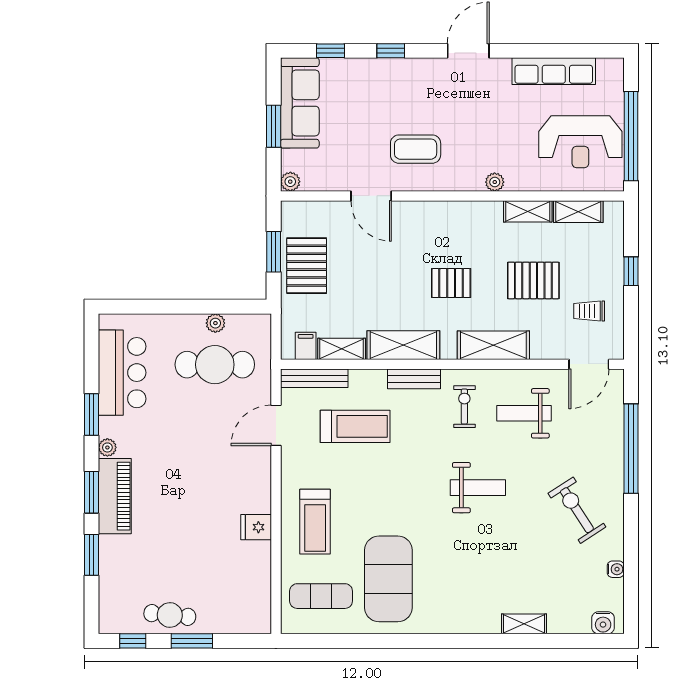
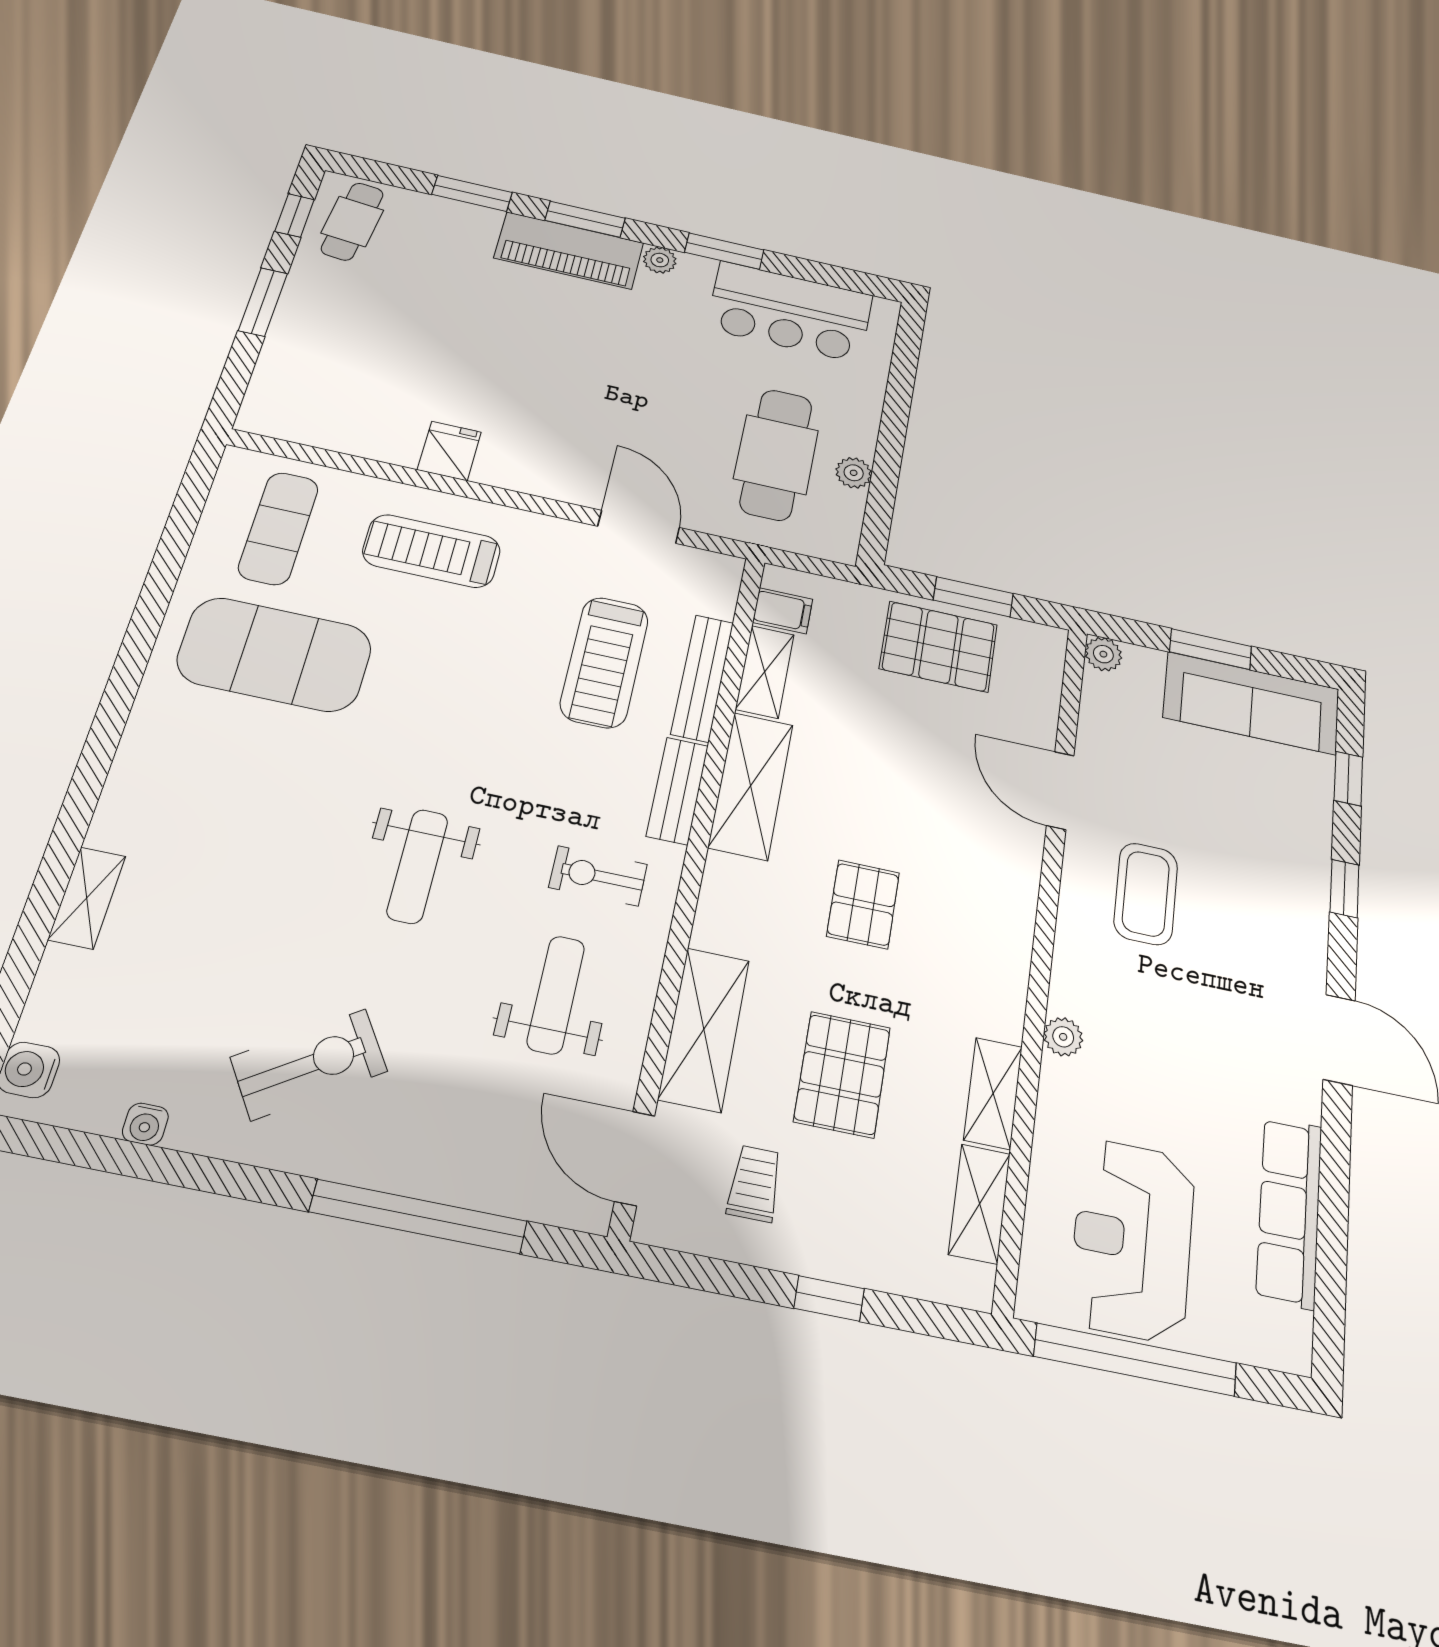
door: (371, 196) -> (1060, 790), hinge flipped
shelving: (493, 345) -> (704, 1029), moved
bench: (314, 378) -> (702, 678), moved
exercise bike: (464, 407) -> (598, 876), turned 180
cafe table: (170, 615) -> (352, 221), moved

